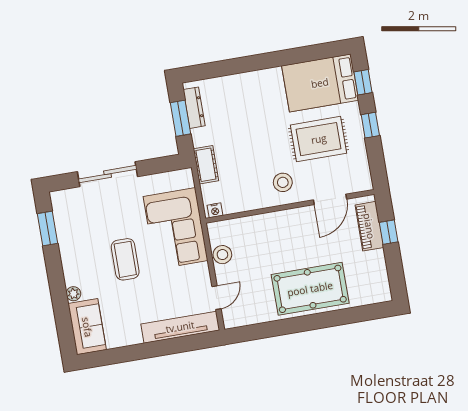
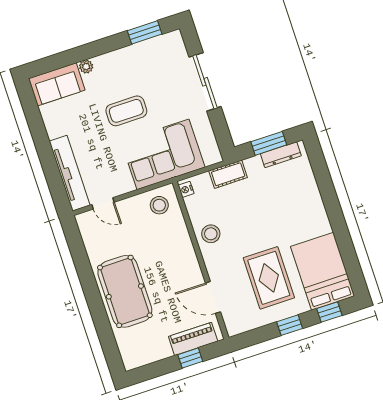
stool: (283, 182) -> (211, 234), moved
stool: (222, 255) -> (159, 205), moved

